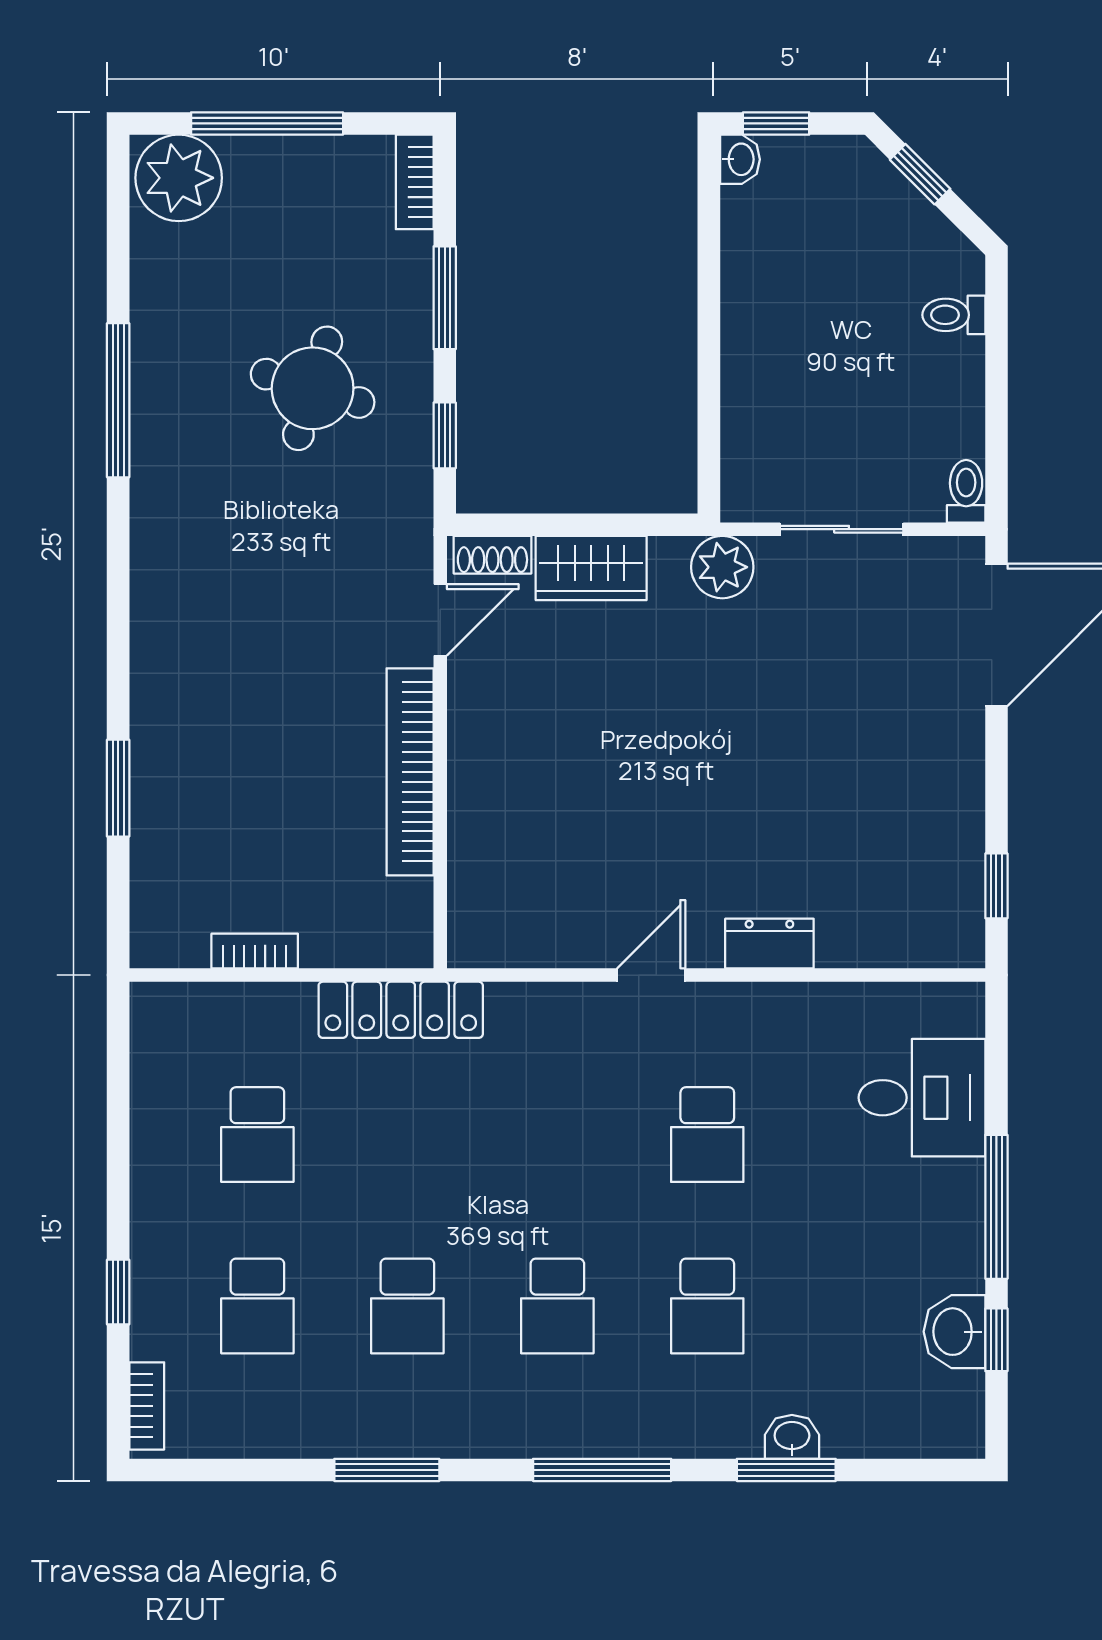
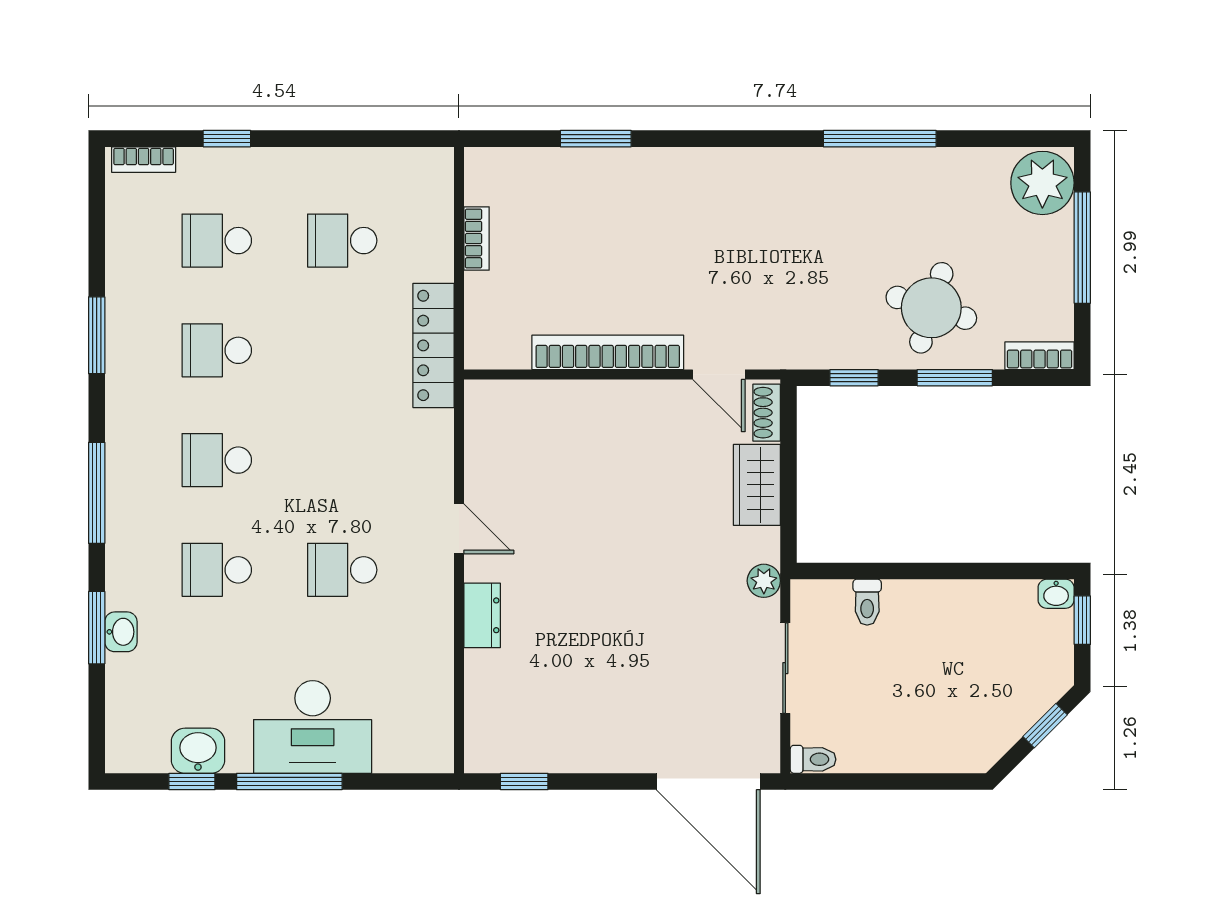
toilet: (954, 315) -> (867, 602), moved, turned 180
round table: (313, 388) -> (931, 308), moved
plant: (722, 567) -> (764, 581), width x0.73, depth x0.73
desk: (922, 1098) -> (313, 727), moved, width x1.37

